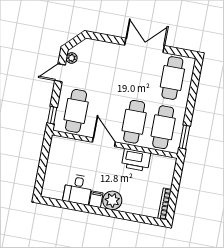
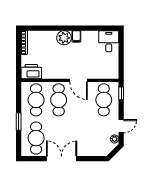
double door: (145, 45) -> (62, 159), swing flipped
window: (185, 137) -> (19, 121), moved
printer: (136, 160) -> (31, 72), moved
desk: (78, 189) -> (109, 41), moved

